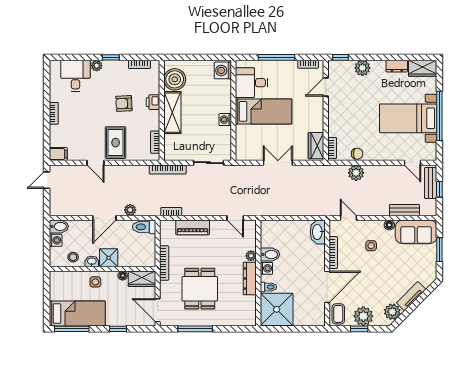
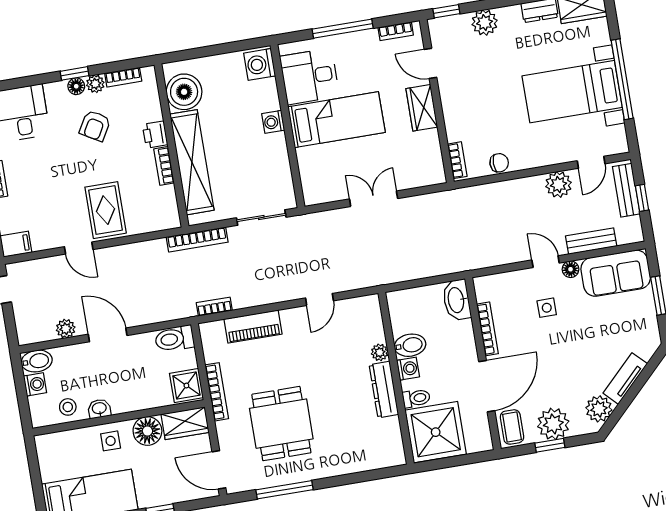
floor lamp: (110, 65) -> (76, 86), added
plant: (97, 66) -> (95, 84), moved
door: (326, 87) -> (430, 63), hinge flipped
armchair: (124, 103) -> (95, 126), moved, turned -57
shelving: (172, 113) -> (192, 162), width x1.47
washing machine: (225, 120) -> (273, 122), moved
bookcase: (155, 142) -> (164, 166), moved
wardrobe: (316, 146) -> (422, 108), moved
door: (412, 163) -> (591, 162), hinge flipped
plant: (356, 173) -> (559, 184), moved
plant: (130, 210) -> (66, 329), moved
door: (104, 218) -> (108, 335), swing flipped
door: (235, 218) -> (319, 299), hinge flipped
door: (348, 218) -> (546, 262), moved
bidet: (270, 254) -> (410, 345), moved
plant: (251, 256) -> (380, 352), moved
shower: (109, 258) -> (186, 385), moved
washing machine: (266, 268) -> (408, 369), moved
wall: (258, 273) -> (396, 378), moved
floor lamp: (123, 276) -> (147, 431), width x1.89, depth x1.89
dresser: (250, 279) -> (384, 390), moved
toilet: (268, 287) -> (416, 398), moved
shower: (277, 309) -> (436, 432), moved

